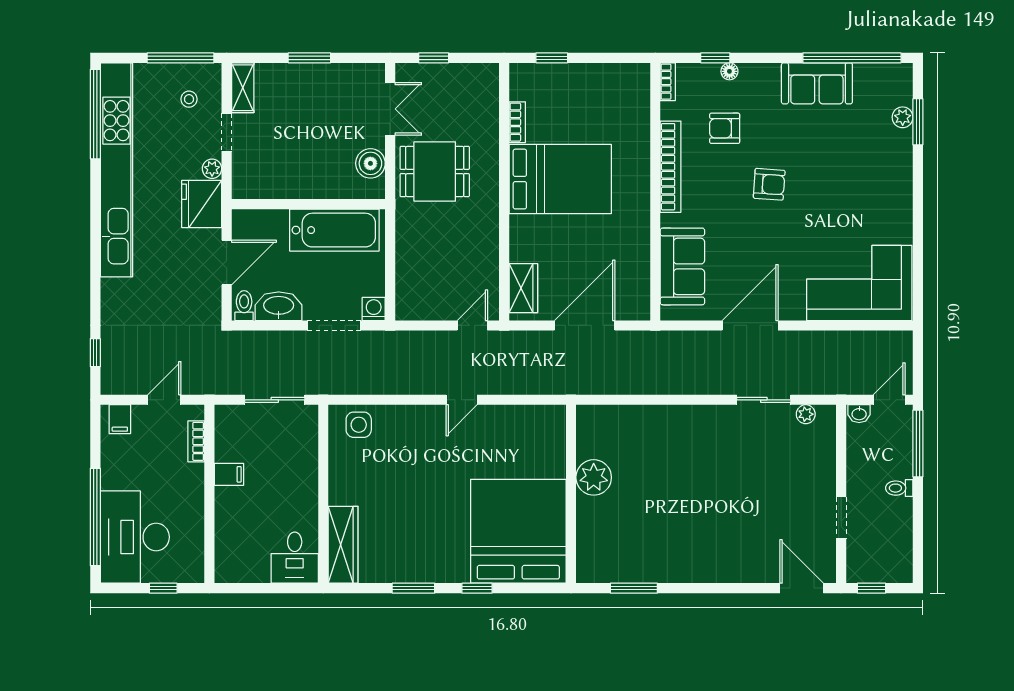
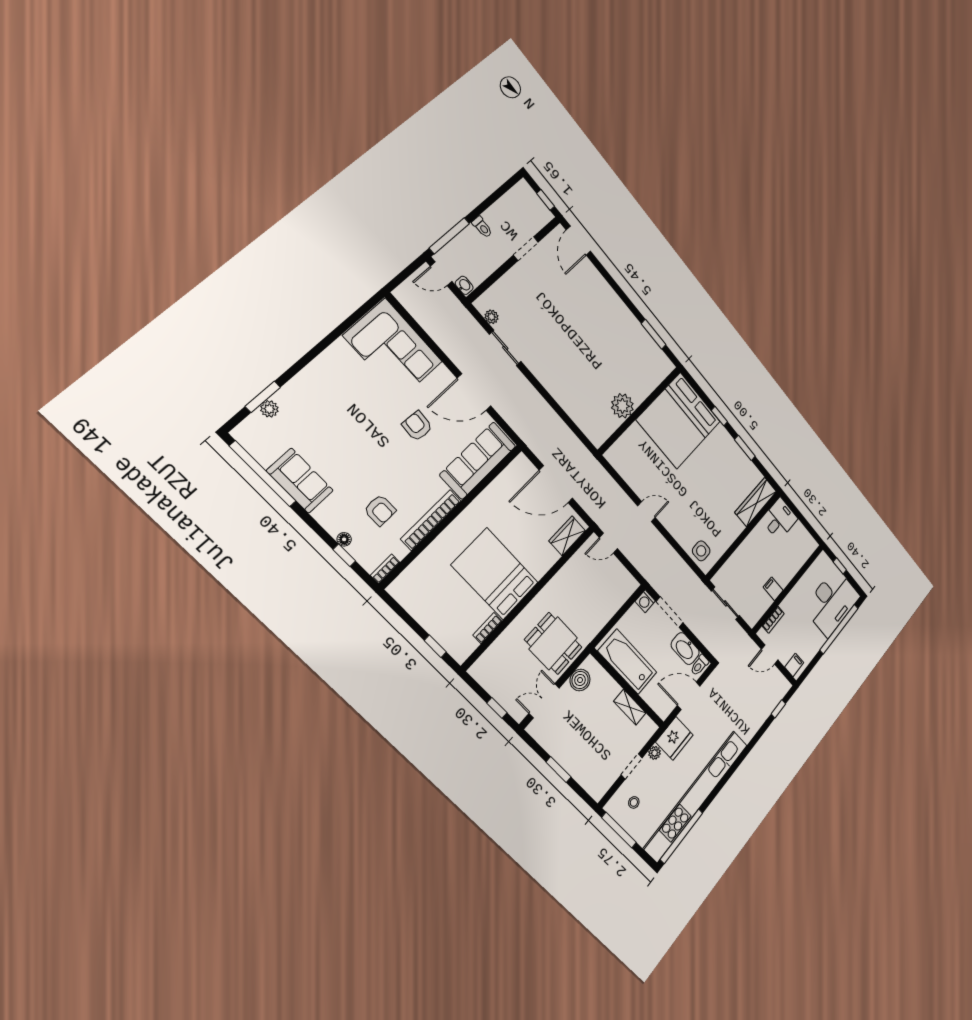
shelving: (243, 88) -> (630, 707), moved, turned 90
armchair: (769, 184) -> (417, 426), moved
sofa: (682, 266) -> (478, 460), width x1.36

